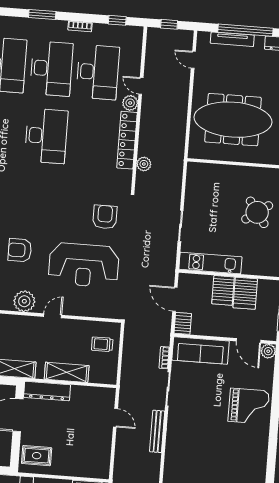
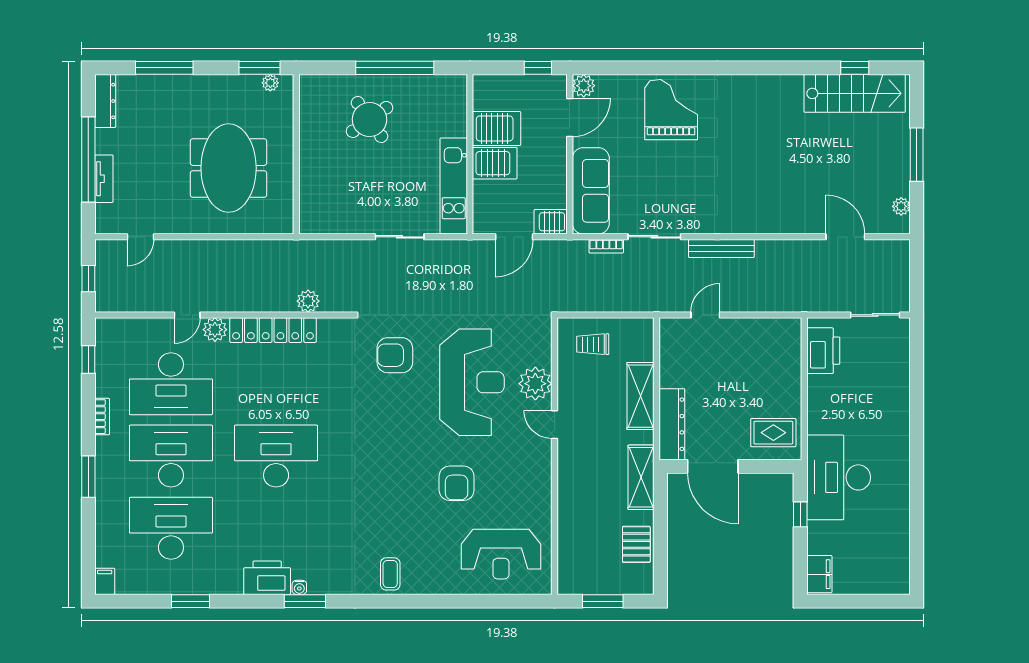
tv unit: (232, 39) -> (104, 179), width x0.71
desk: (98, 72) -> (171, 384), turned 180
meeting table: (233, 120) -> (229, 168), width x0.73
plant: (24, 301) -> (535, 384), moved
trolley: (102, 344) -> (593, 344), turned 90
rug: (37, 456) -> (773, 433), turned 90

